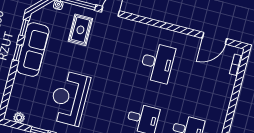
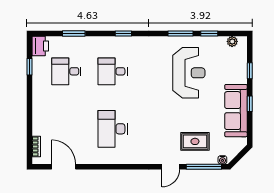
window: (24, 28) -> (250, 71), moved
rug: (80, 30) -> (195, 141), turned 90
door: (214, 38) -> (64, 167), hinge flipped

